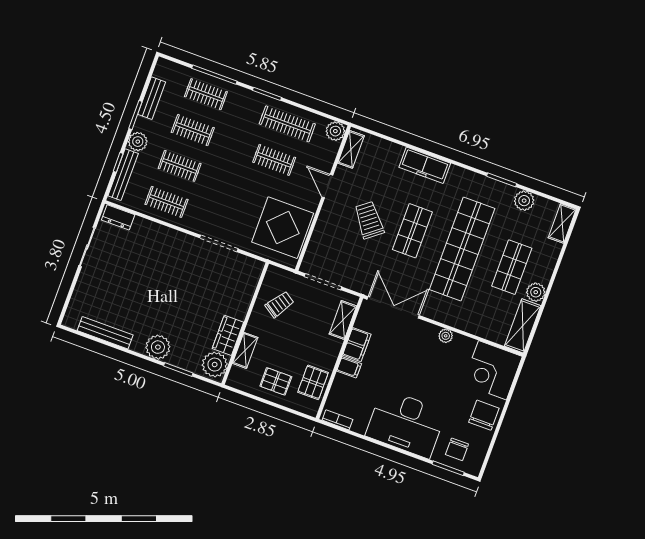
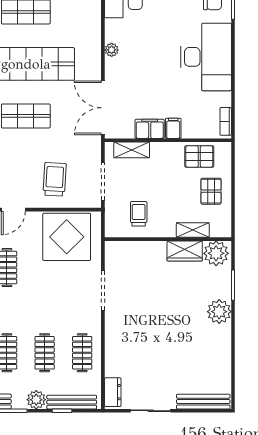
trolley: (369, 220) -> (55, 179), moved, turned 131
trolley: (280, 304) -> (139, 214), turned 56
bench: (105, 333) -> (203, 402), moved, turned 90

